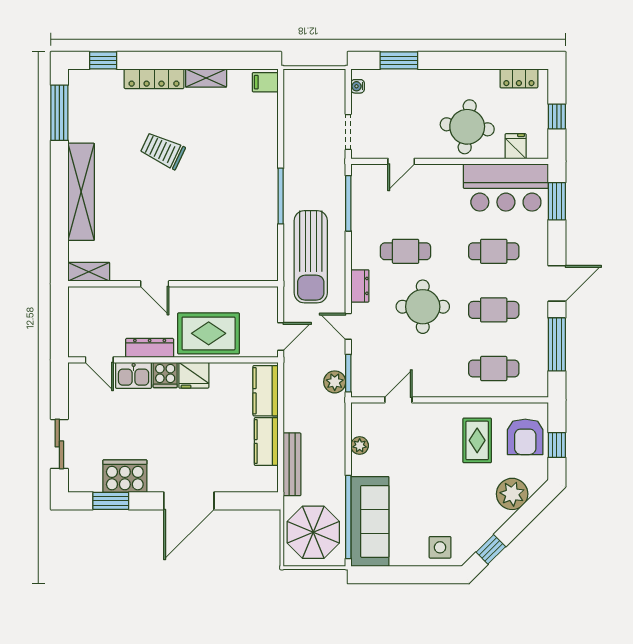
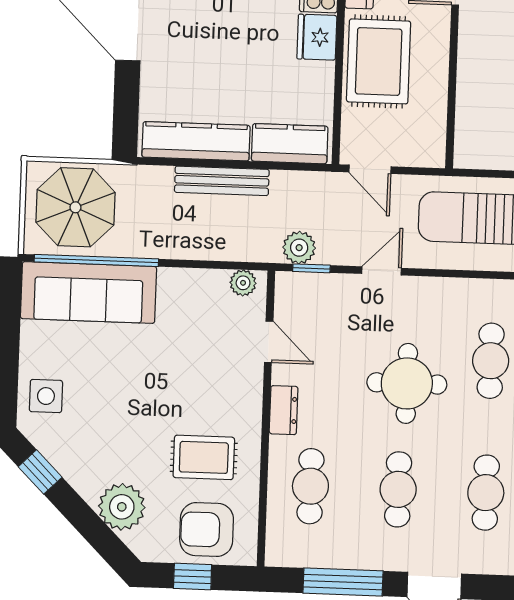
dresser: (360, 286) -> (284, 410), moved, turned -90
window: (348, 373) -> (311, 268), width x0.67
kitchen counter: (266, 441) -> (196, 141), width x1.50
plant: (360, 446) -> (243, 283), moved
bench: (292, 464) -> (222, 181), moved

